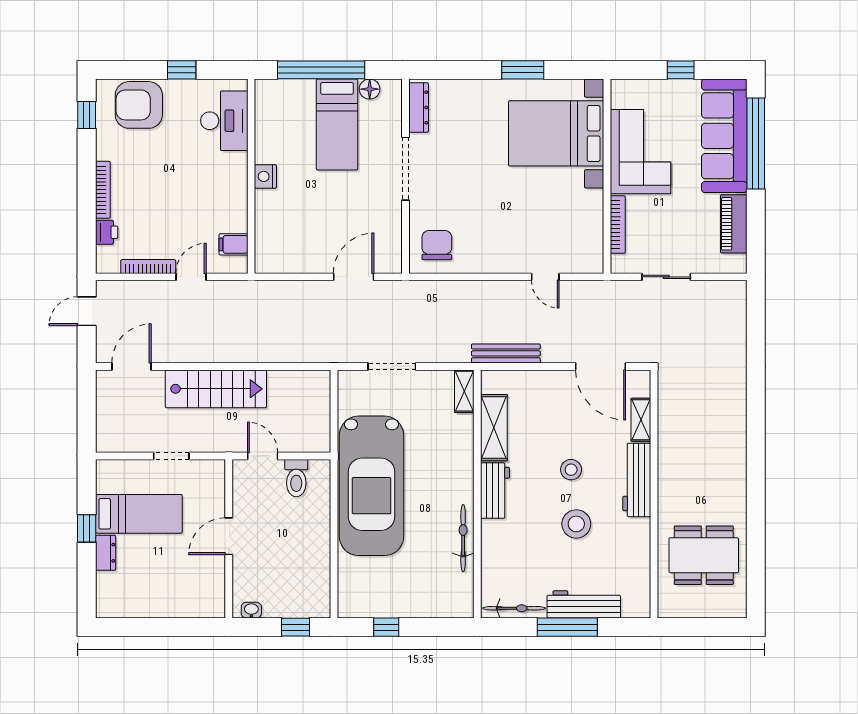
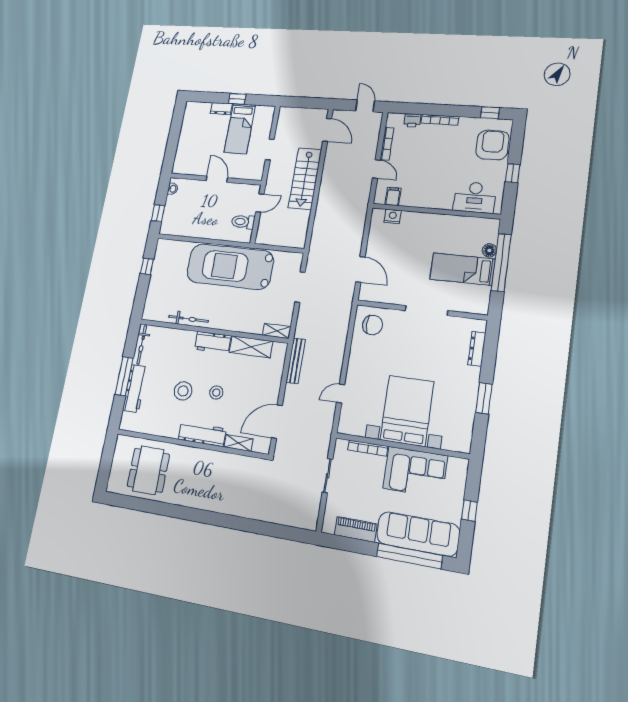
floor lamp: (370, 89) -> (489, 250), moved
dresser: (419, 107) -> (477, 349), moved, turned 90
bed with nightstands: (556, 133) -> (407, 411), moved
nightstand: (265, 176) -> (393, 216), moved

